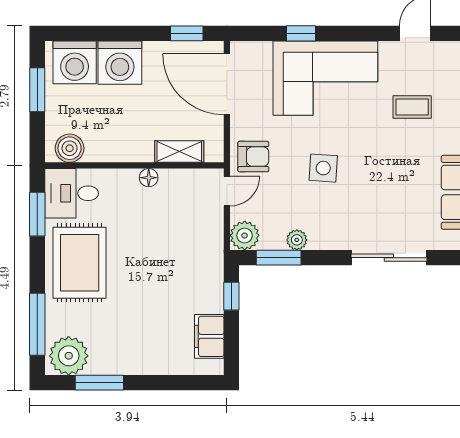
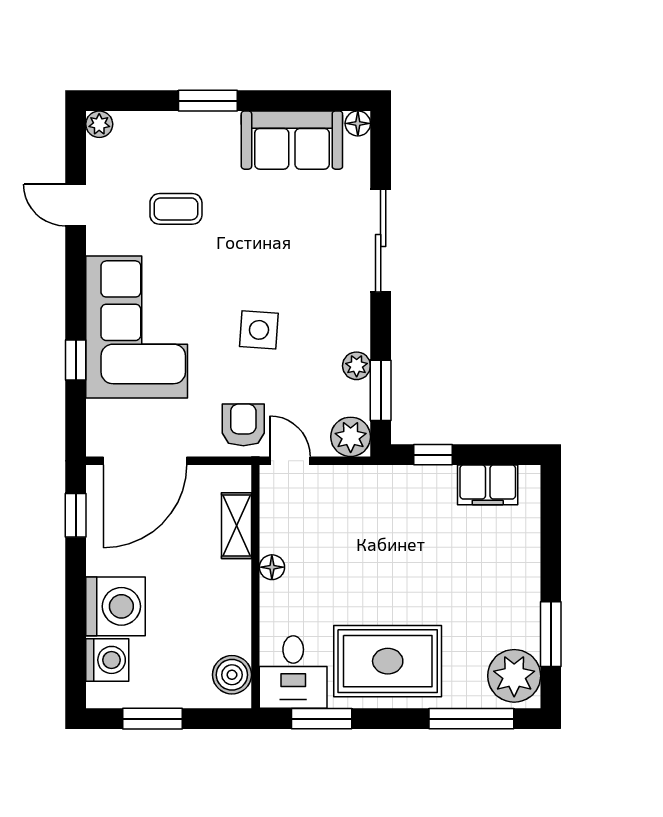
washing machine: (75, 62) -> (107, 660), width x0.73, depth x0.73
coffee table: (412, 107) -> (176, 209), turned 90

